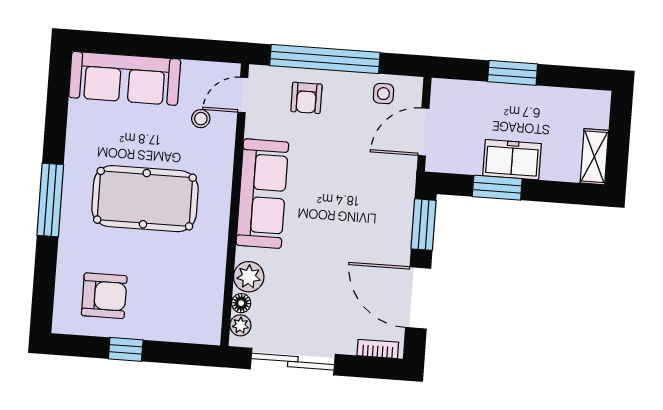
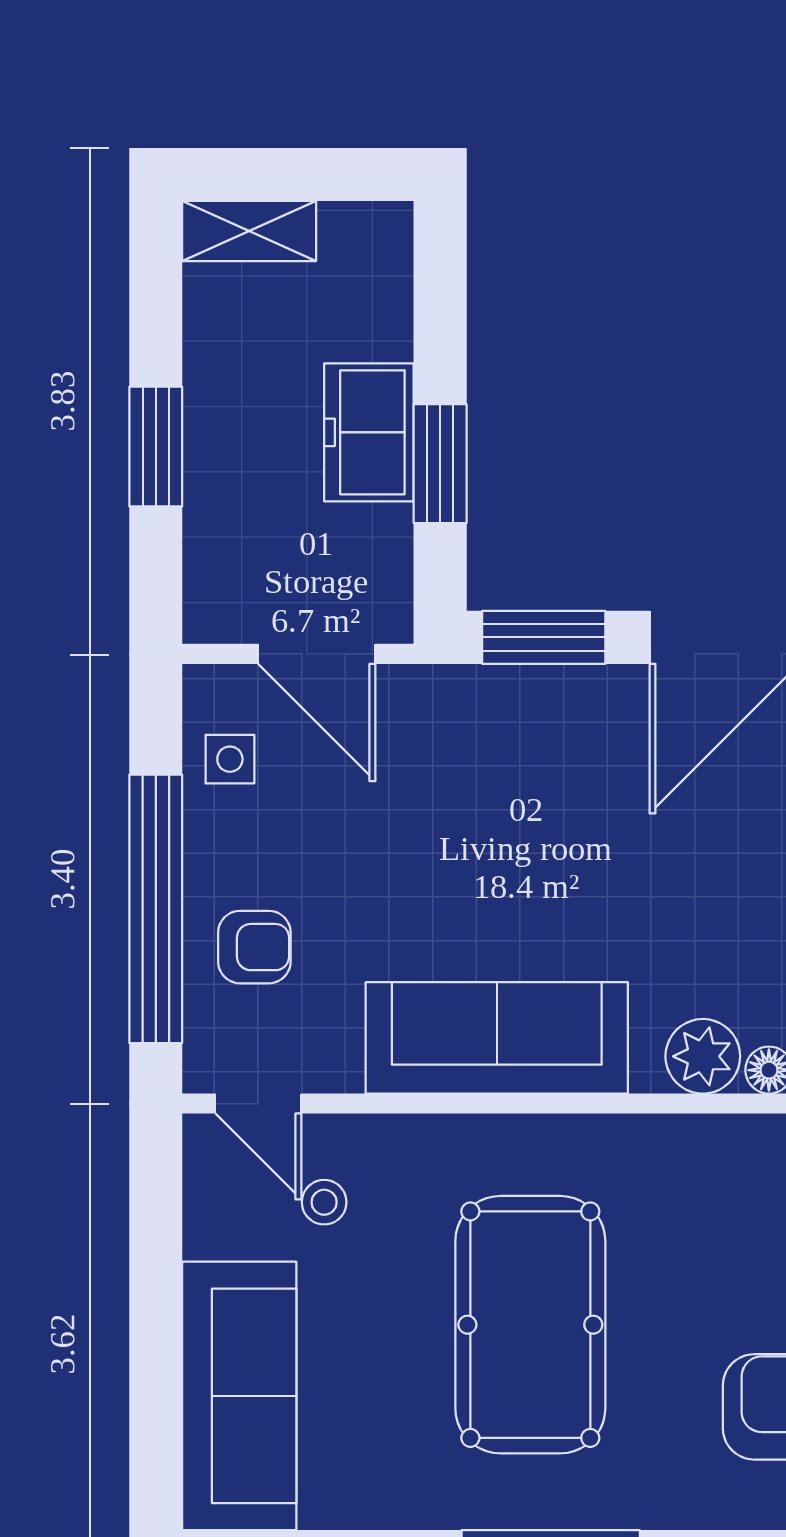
shelving: (594, 157) -> (249, 231), moved

